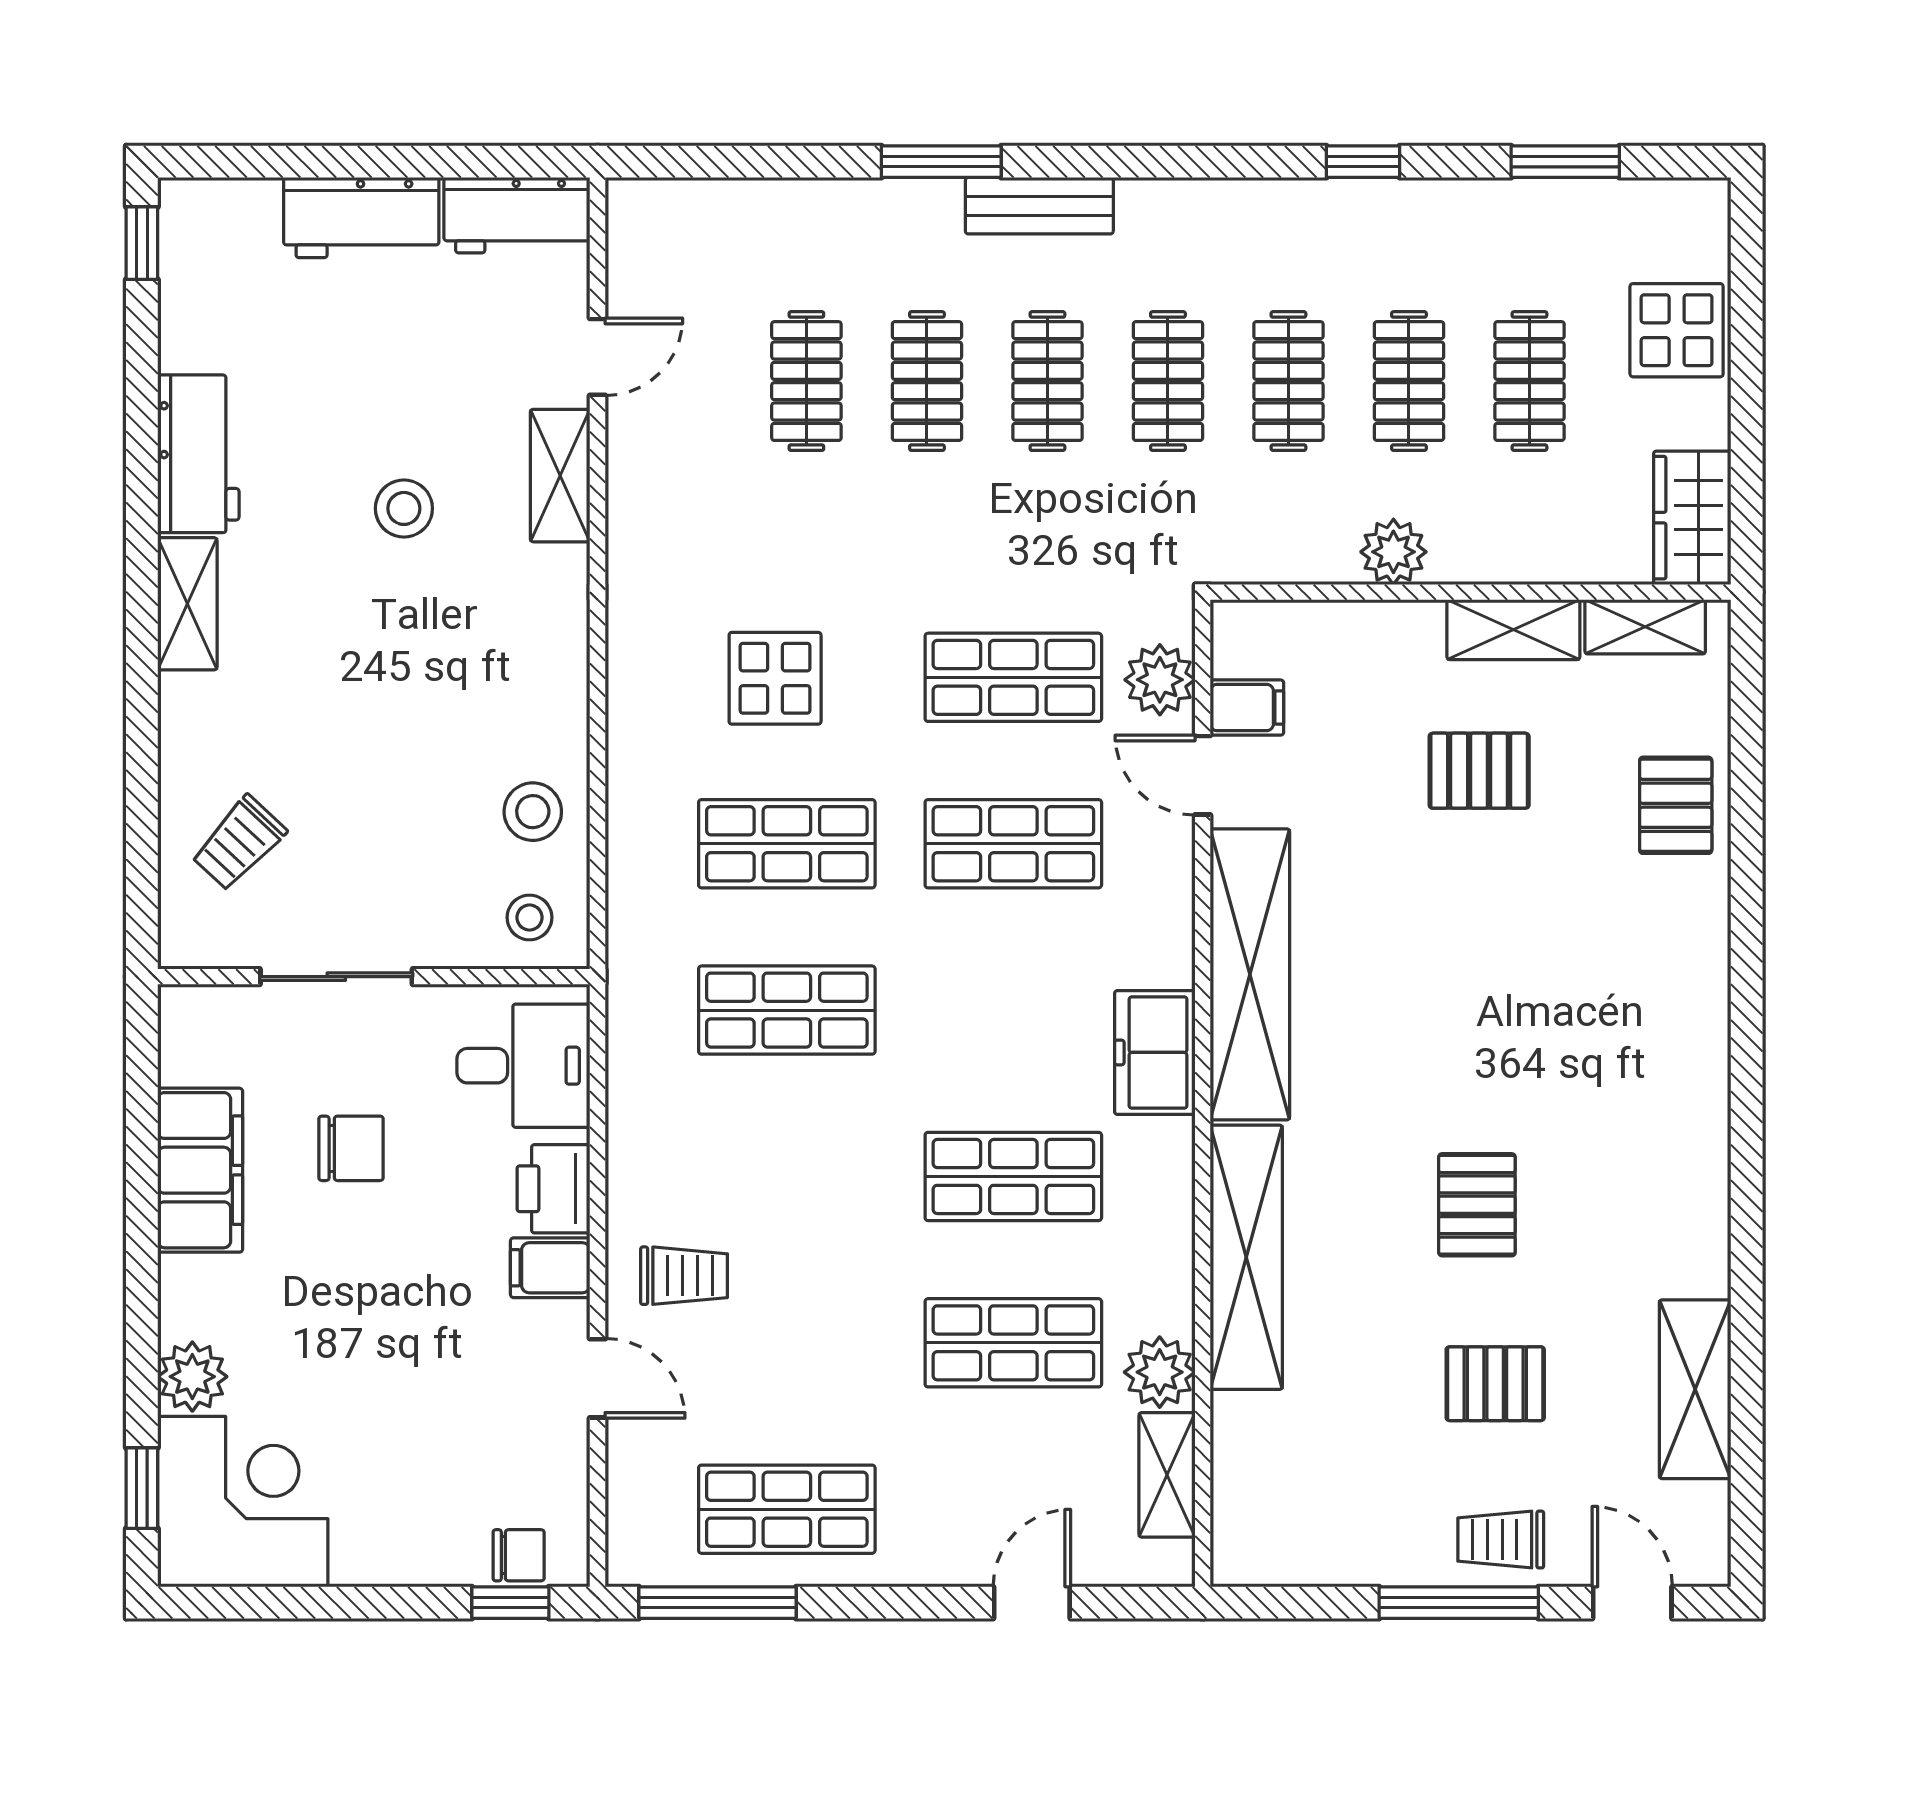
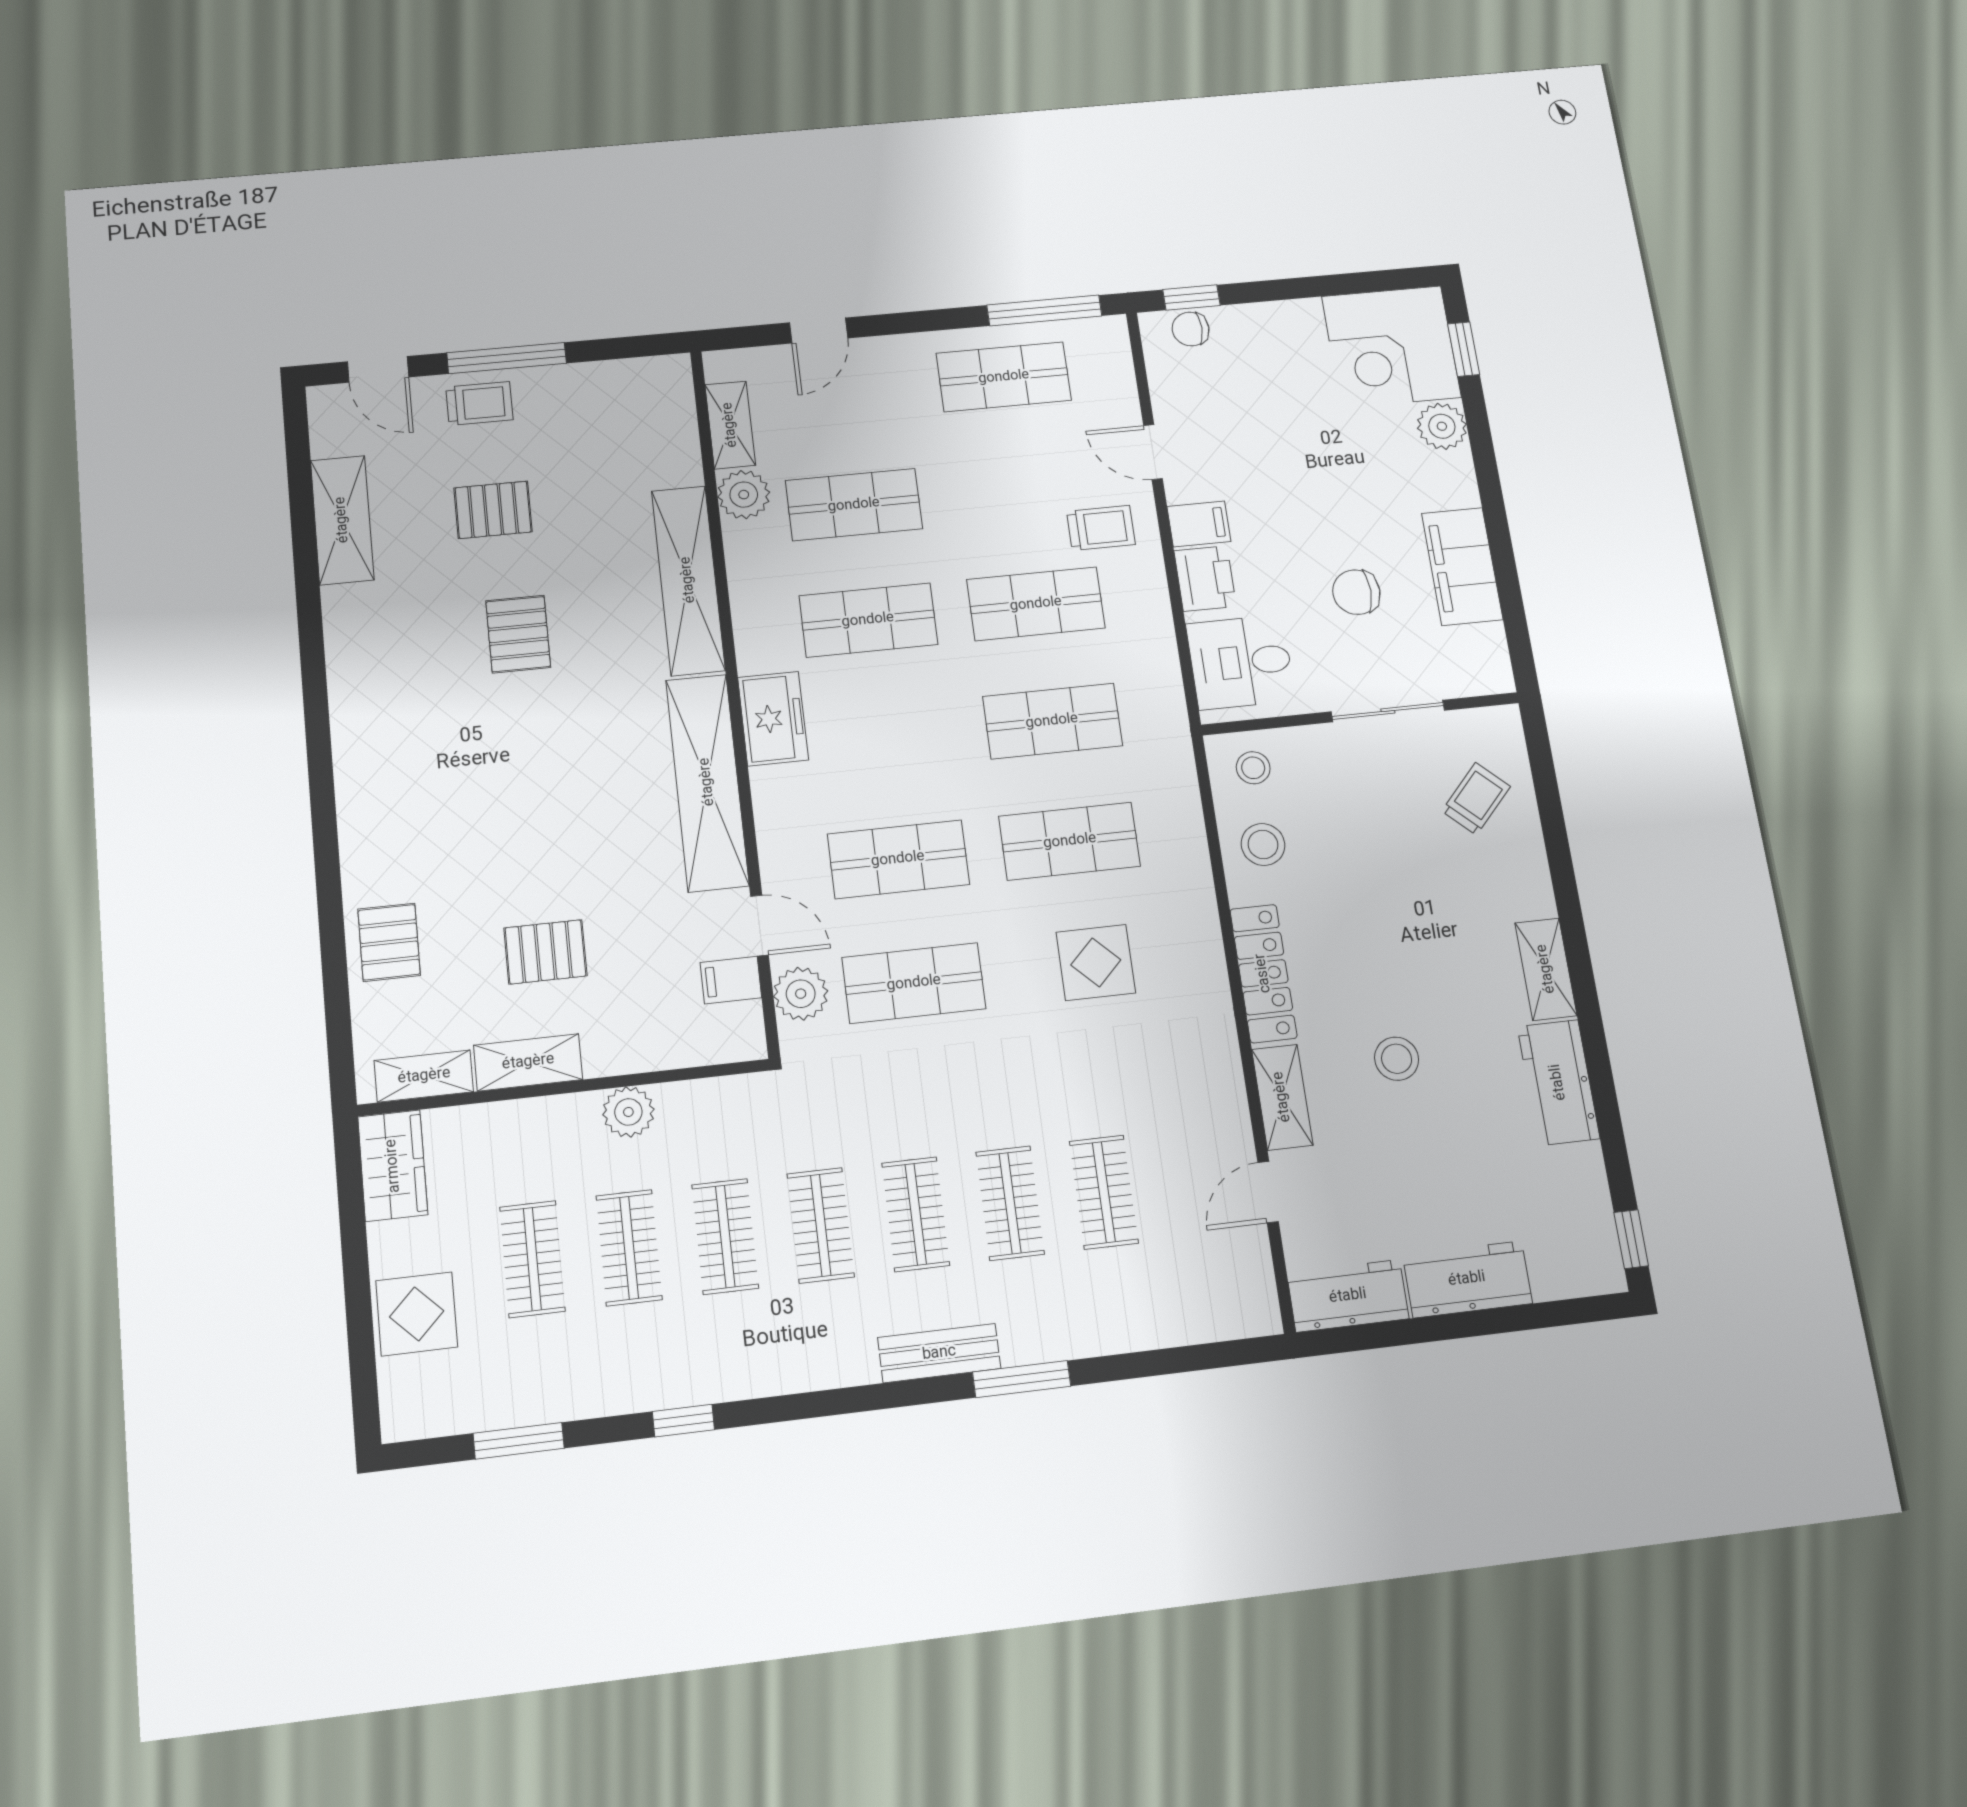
locker: (559, 640) -> (1263, 973), added
shop shelf: (787, 1176) -> (1036, 604), added
trolley: (684, 1276) -> (1101, 528), turned 180

